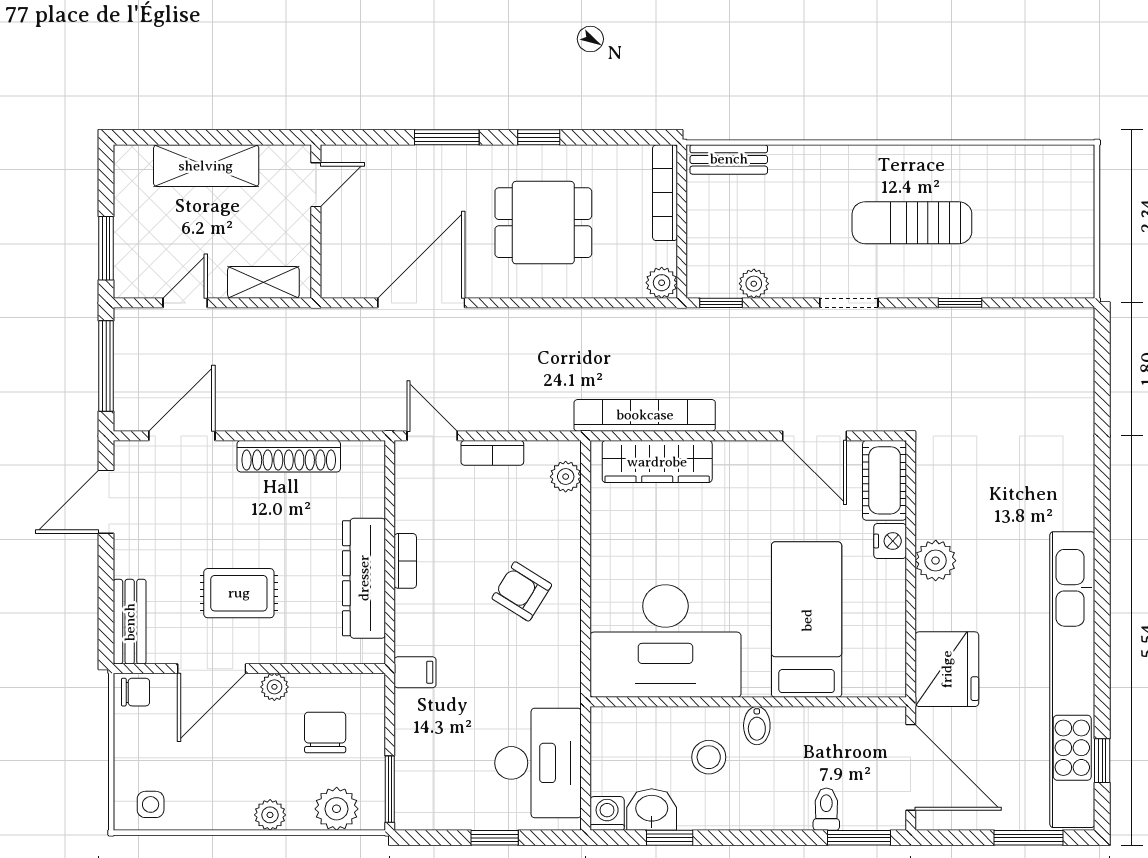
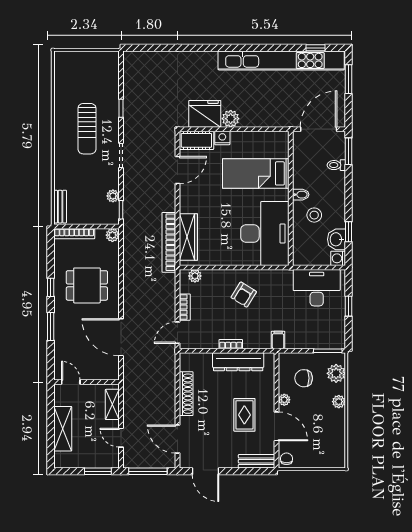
dining table: (543, 223) -> (87, 285), turned 90
fridge: (947, 669) -> (205, 114), moved
side table: (151, 804) -> (334, 452), removed

